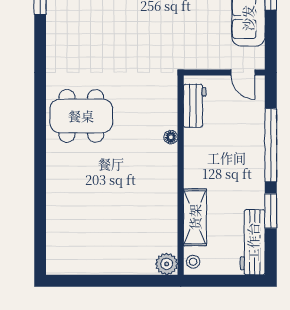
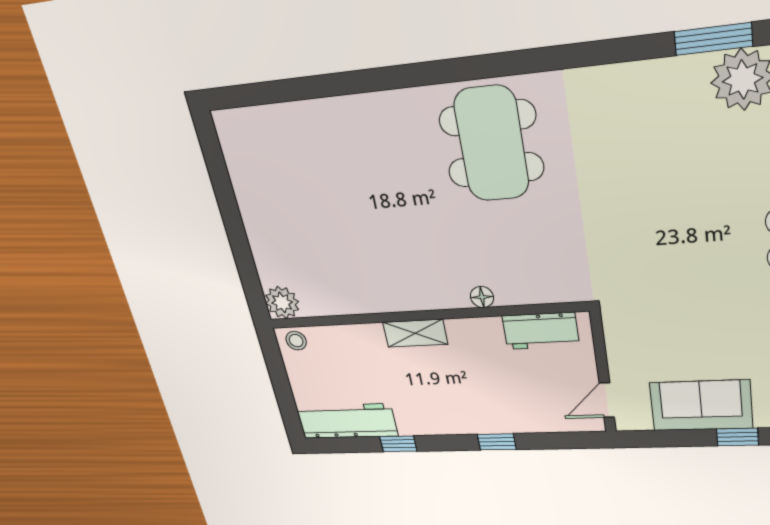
window: (271, 145) -> (497, 442), width x0.32
window: (271, 211) -> (398, 444), width x0.67
shelving: (195, 217) -> (415, 333), moved, width x0.67, depth x0.75

